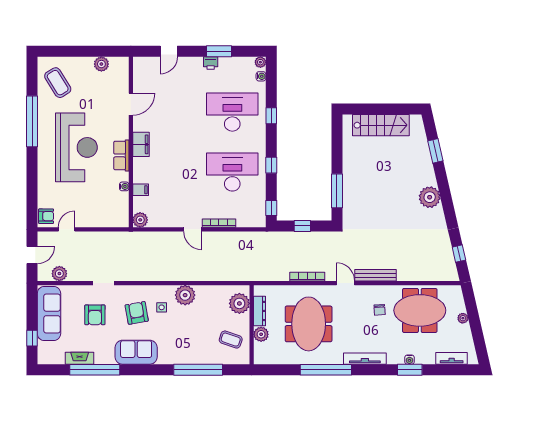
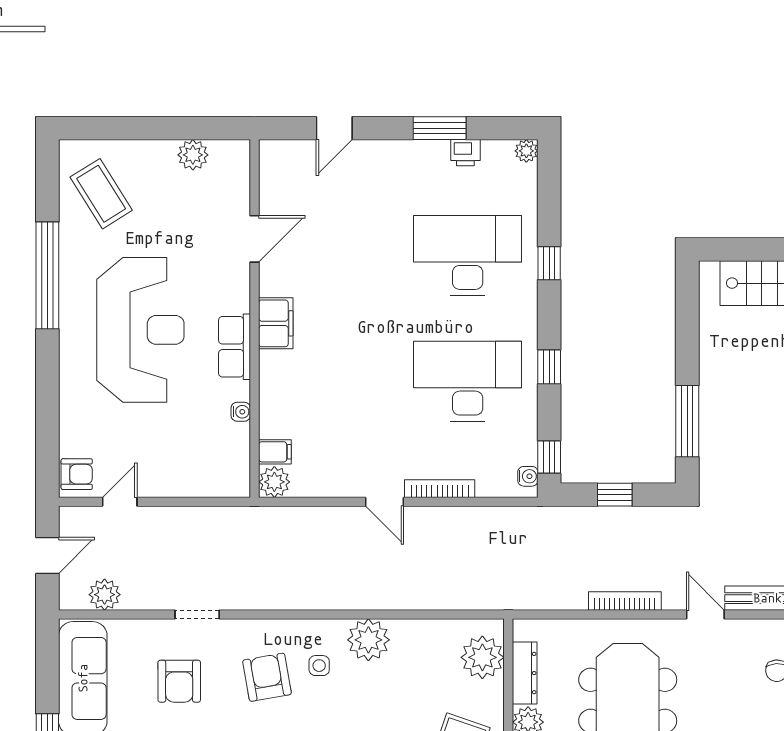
printer: (211, 63) -> (465, 153), moved
water cooler: (261, 76) -> (528, 476), moved
filing cabinet: (141, 190) -> (275, 452), moved

